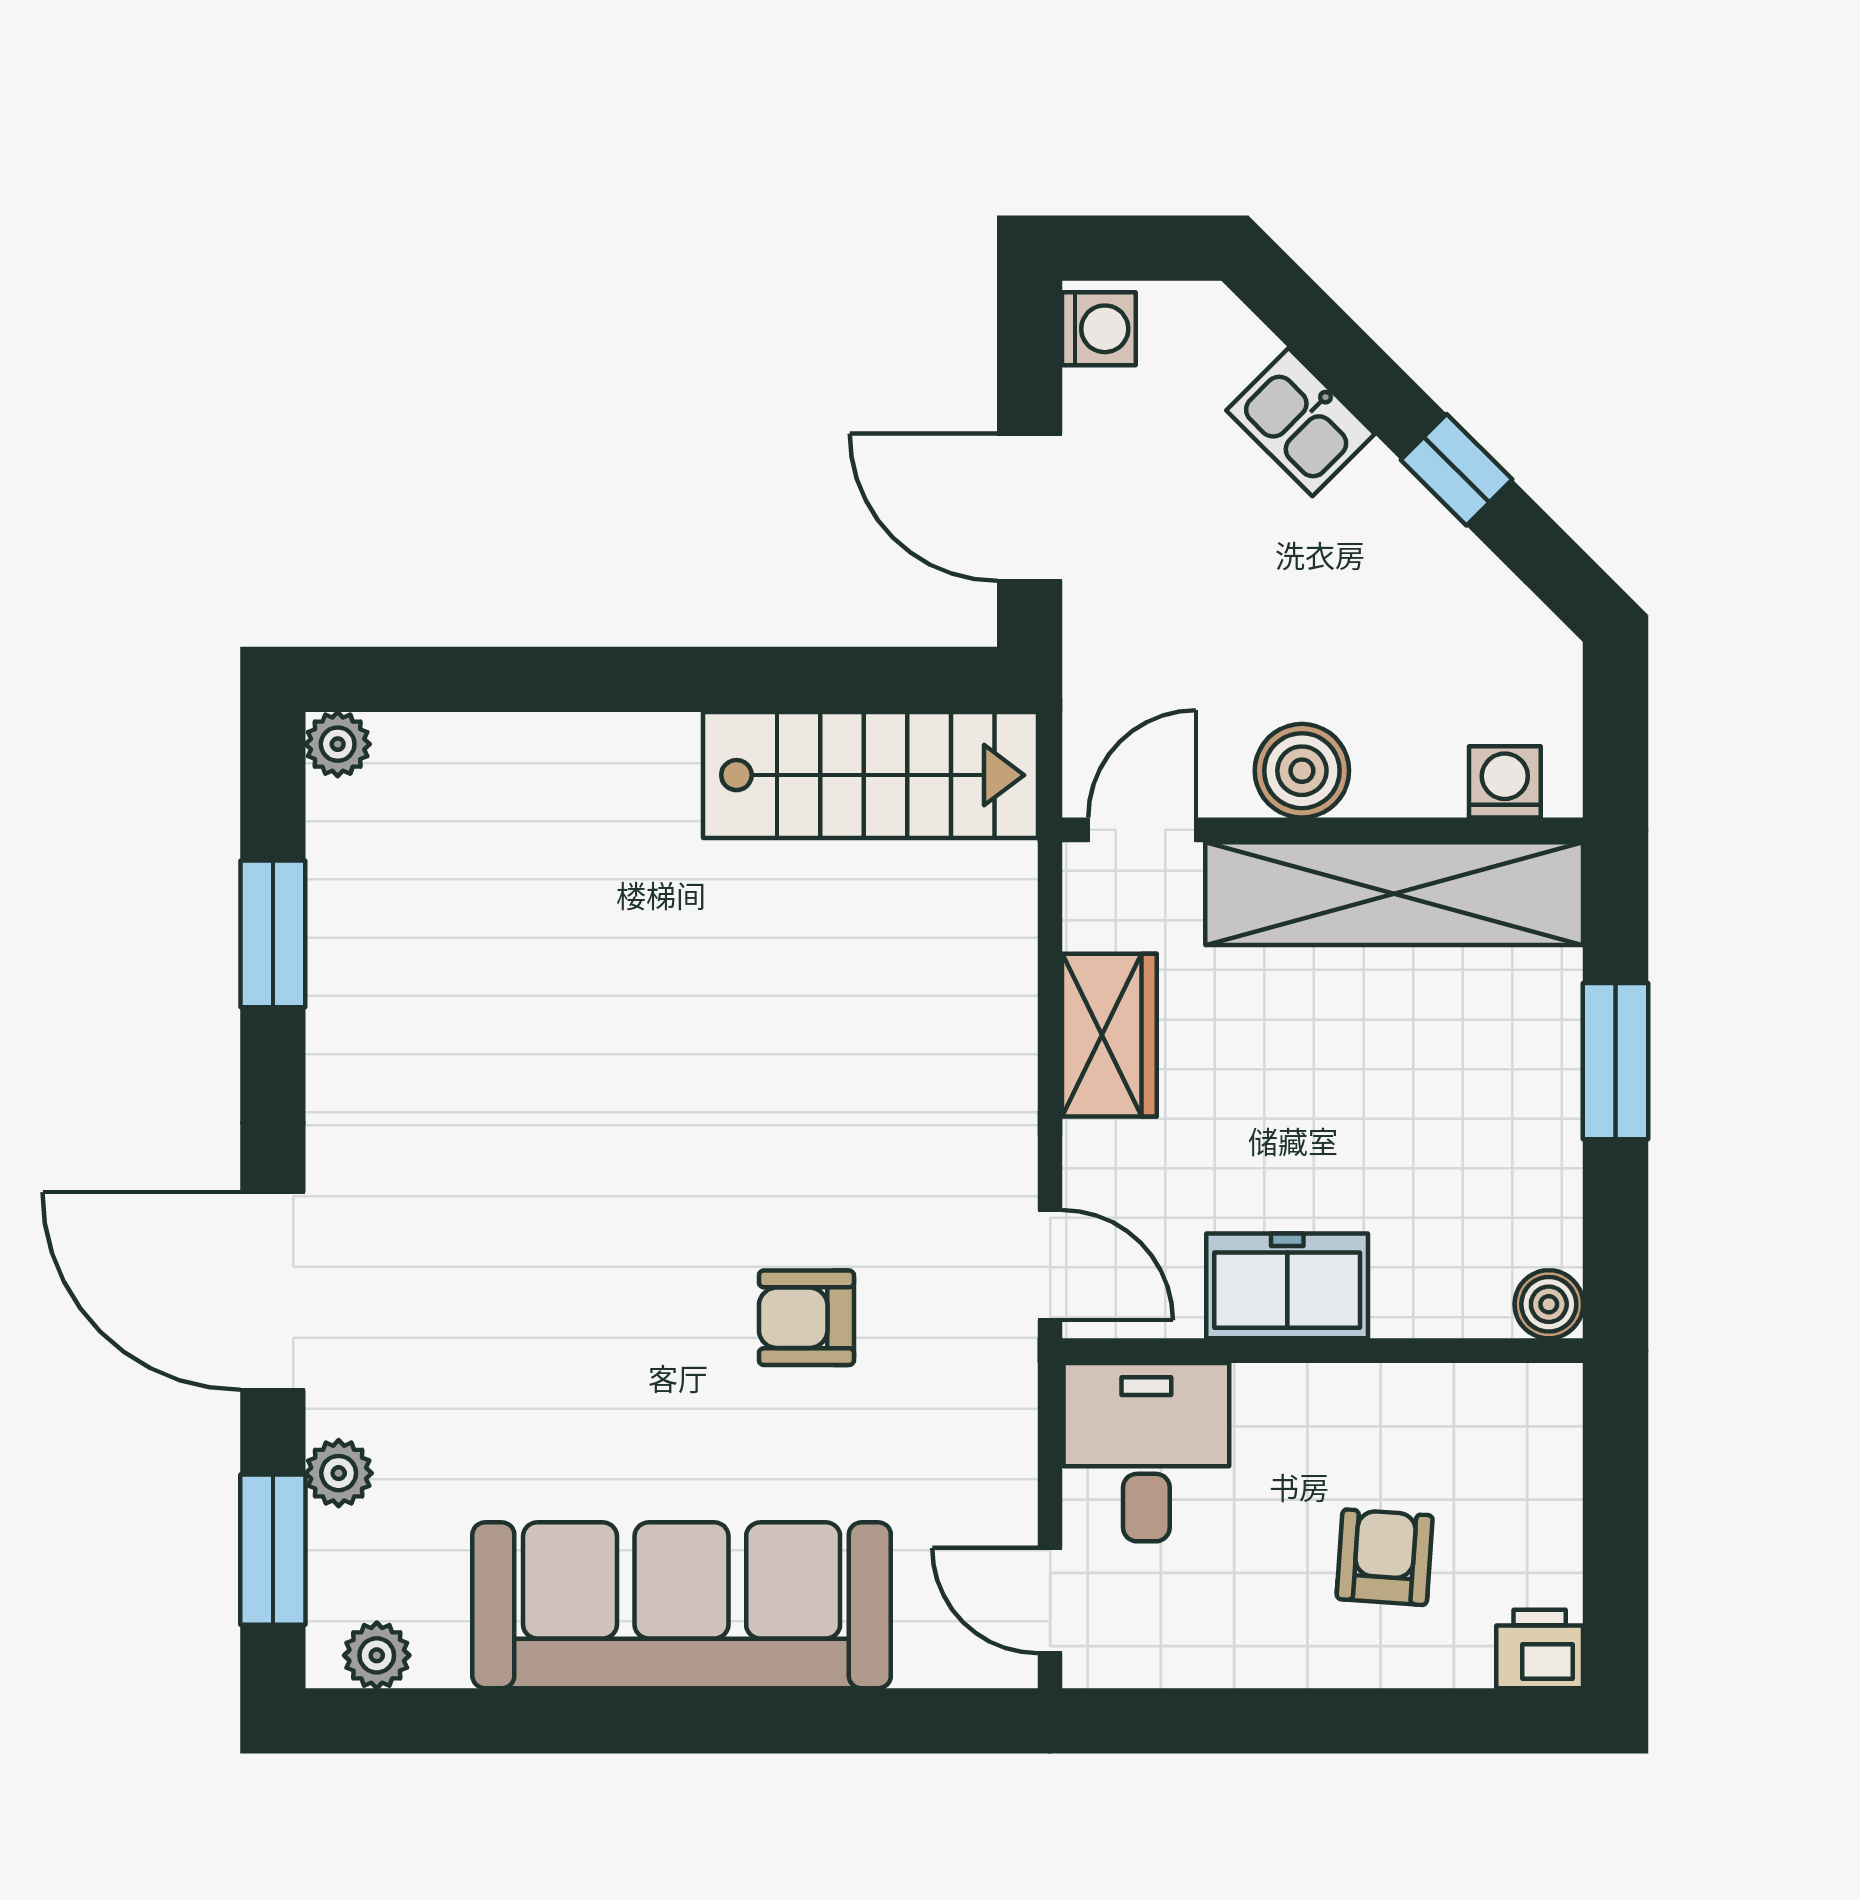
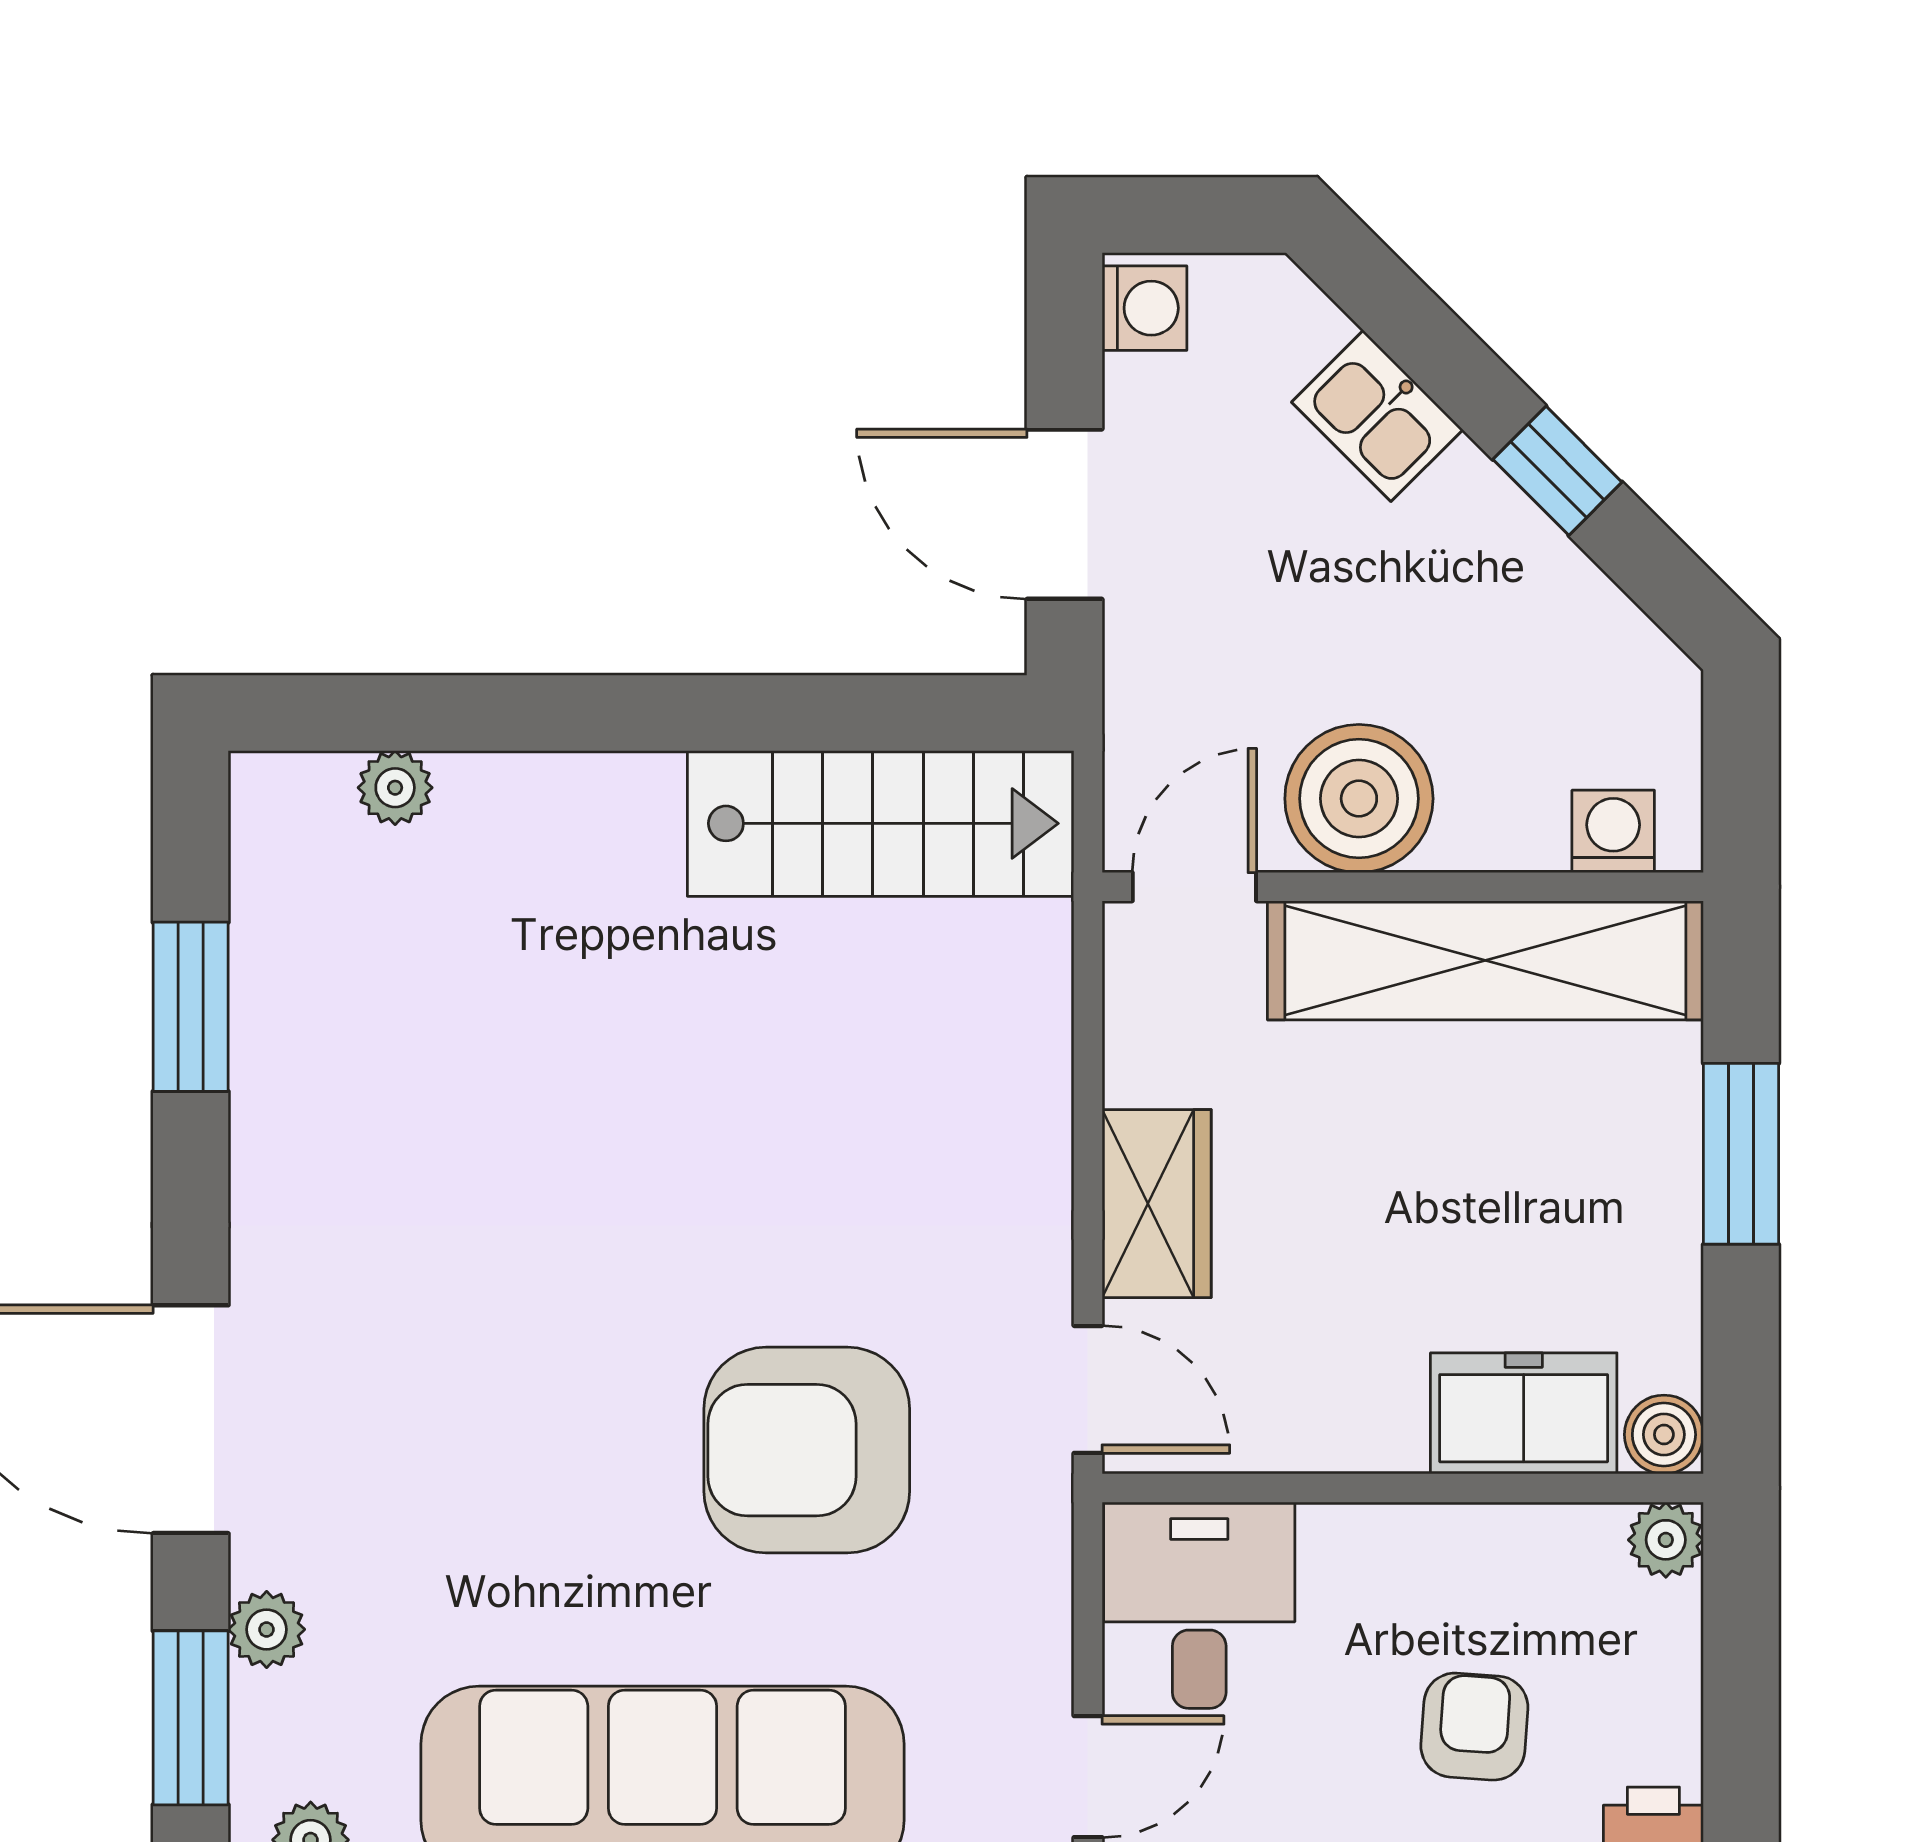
plant: (338, 744) -> (395, 788), moved
boiler: (1302, 771) -> (1359, 799), width x1.37, depth x1.37
wardrobe: (1109, 1035) -> (1157, 1204), moved
freezer: (1287, 1286) -> (1524, 1413), moved
armchair: (806, 1318) -> (807, 1450), width x1.88, depth x1.88
plant: (1550, 1395) -> (1666, 1540), added
door: (1050, 1601) -> (1088, 1777), swing flipped

